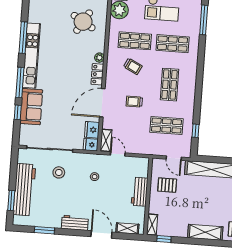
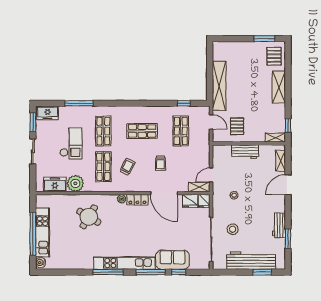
door: (174, 158) -> (211, 122), hinge flipped
workbench: (75, 223) -> (279, 225), moved

